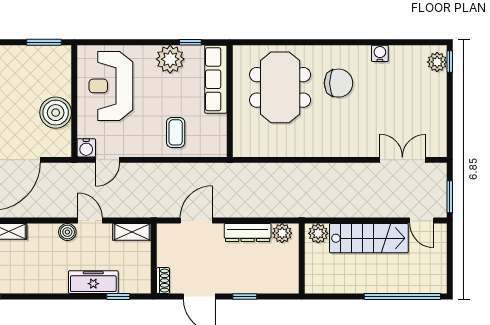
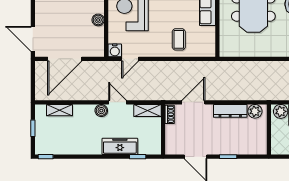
boiler: (56, 113) -> (98, 20), width x0.54, depth x0.54
shoe rack: (163, 281) -> (170, 114), moved

